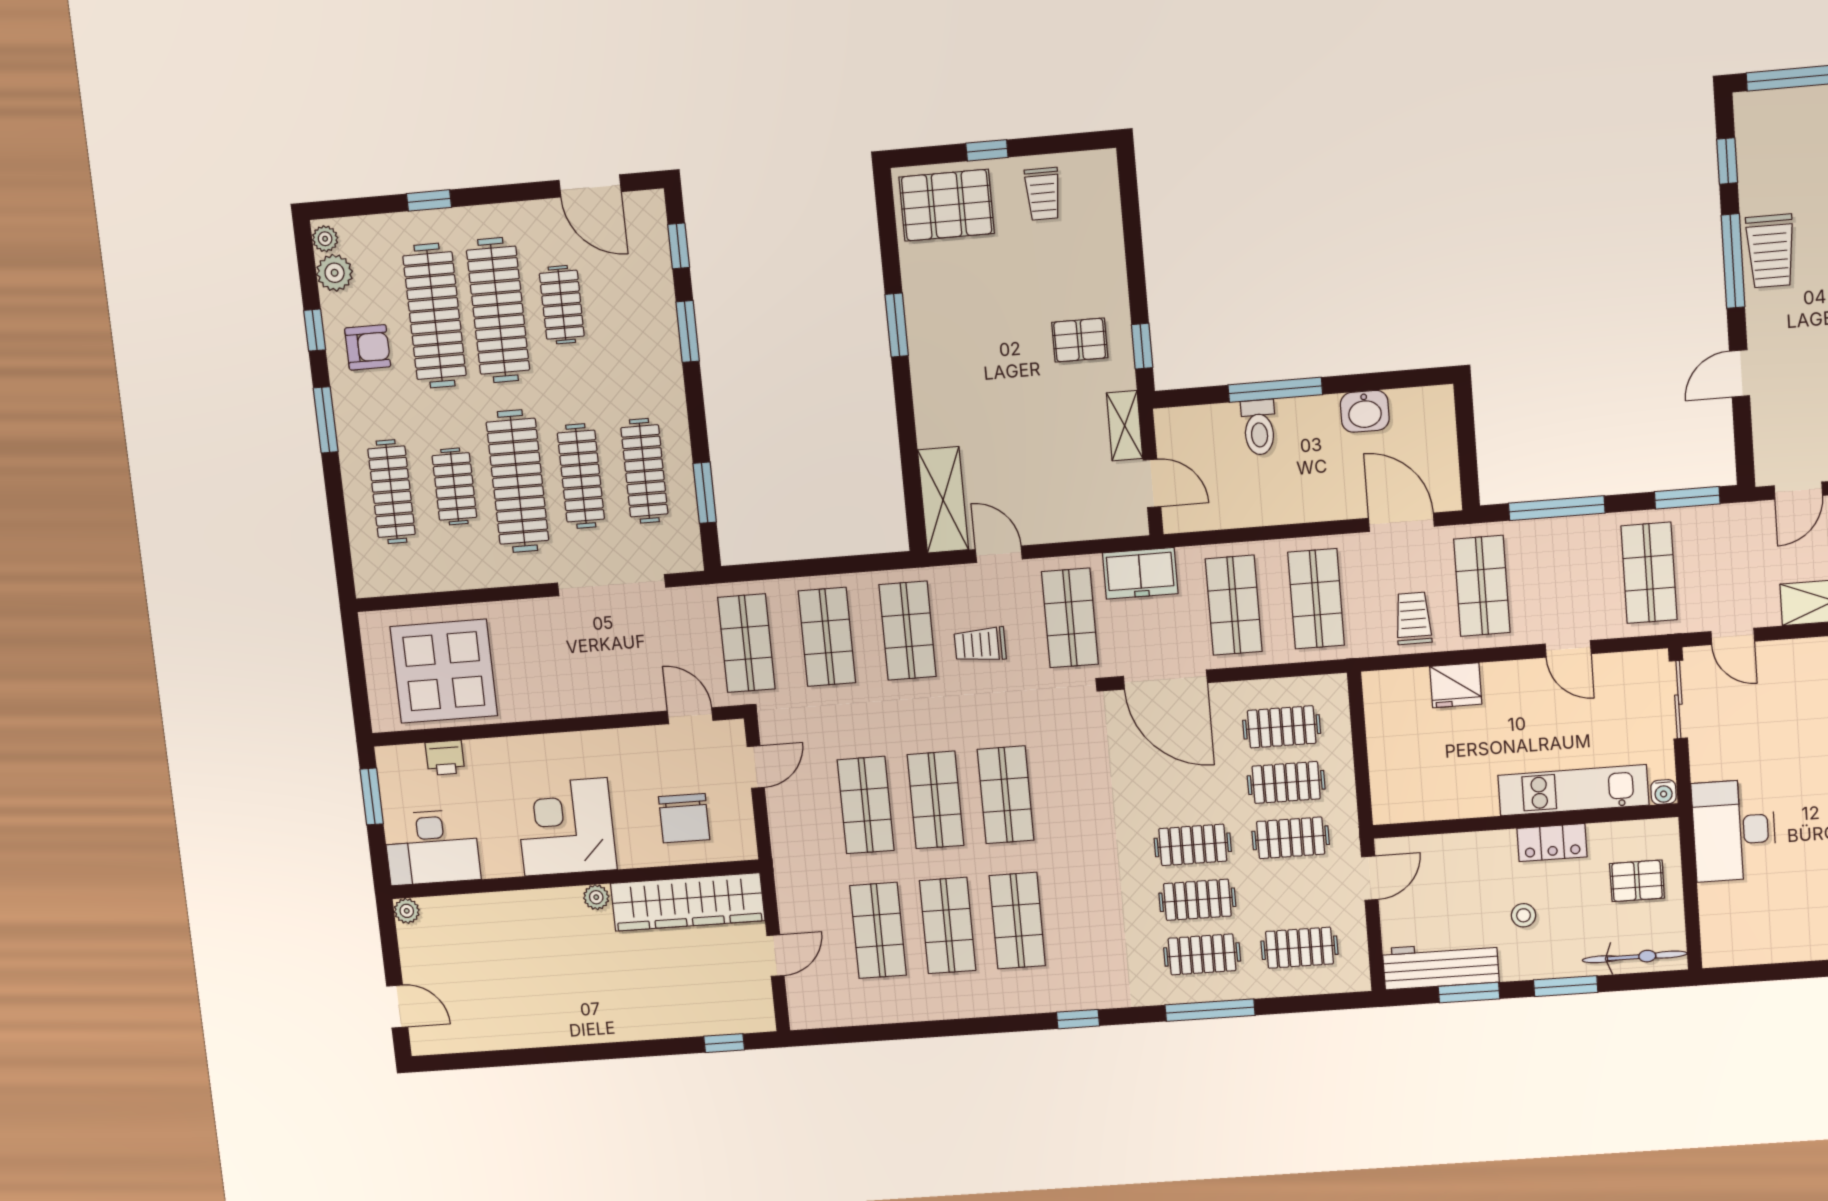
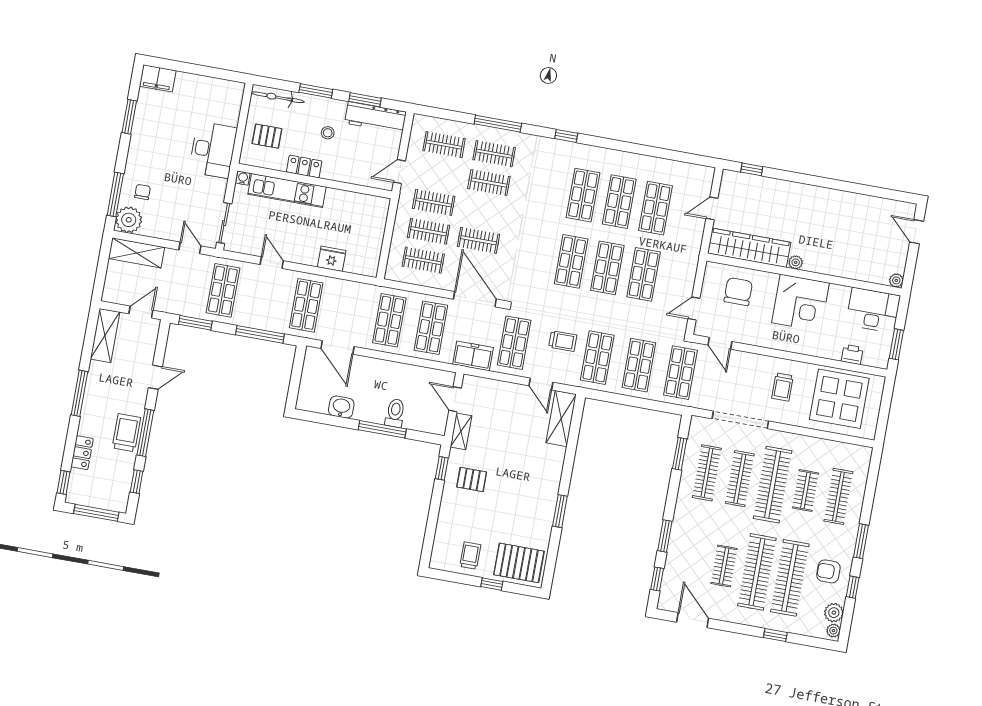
trolley: (1413, 618) -> (782, 387), moved
clothes rail: (1193, 845) -> (479, 240), moved

